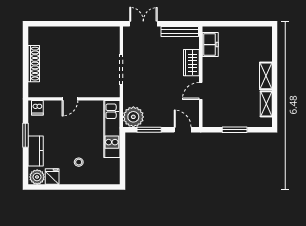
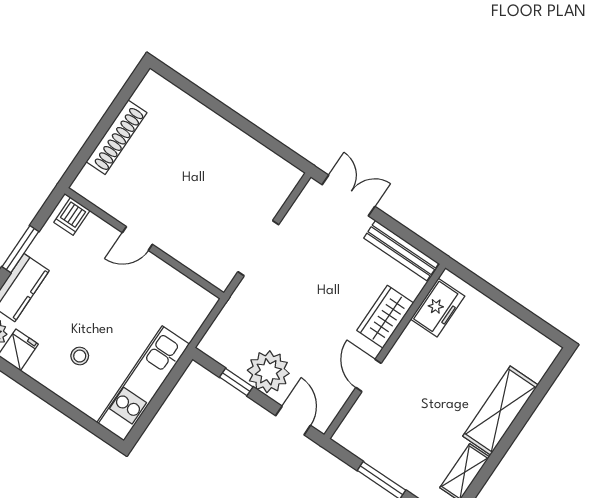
shelving: (266, 76) -> (500, 411), width x1.50, depth x1.33
door: (201, 91) -> (368, 375), hinge flipped
plant: (133, 117) -> (268, 372), moved
kitchen unit: (112, 129) -> (143, 383), moved
window: (149, 130) -> (236, 382), width x0.67

